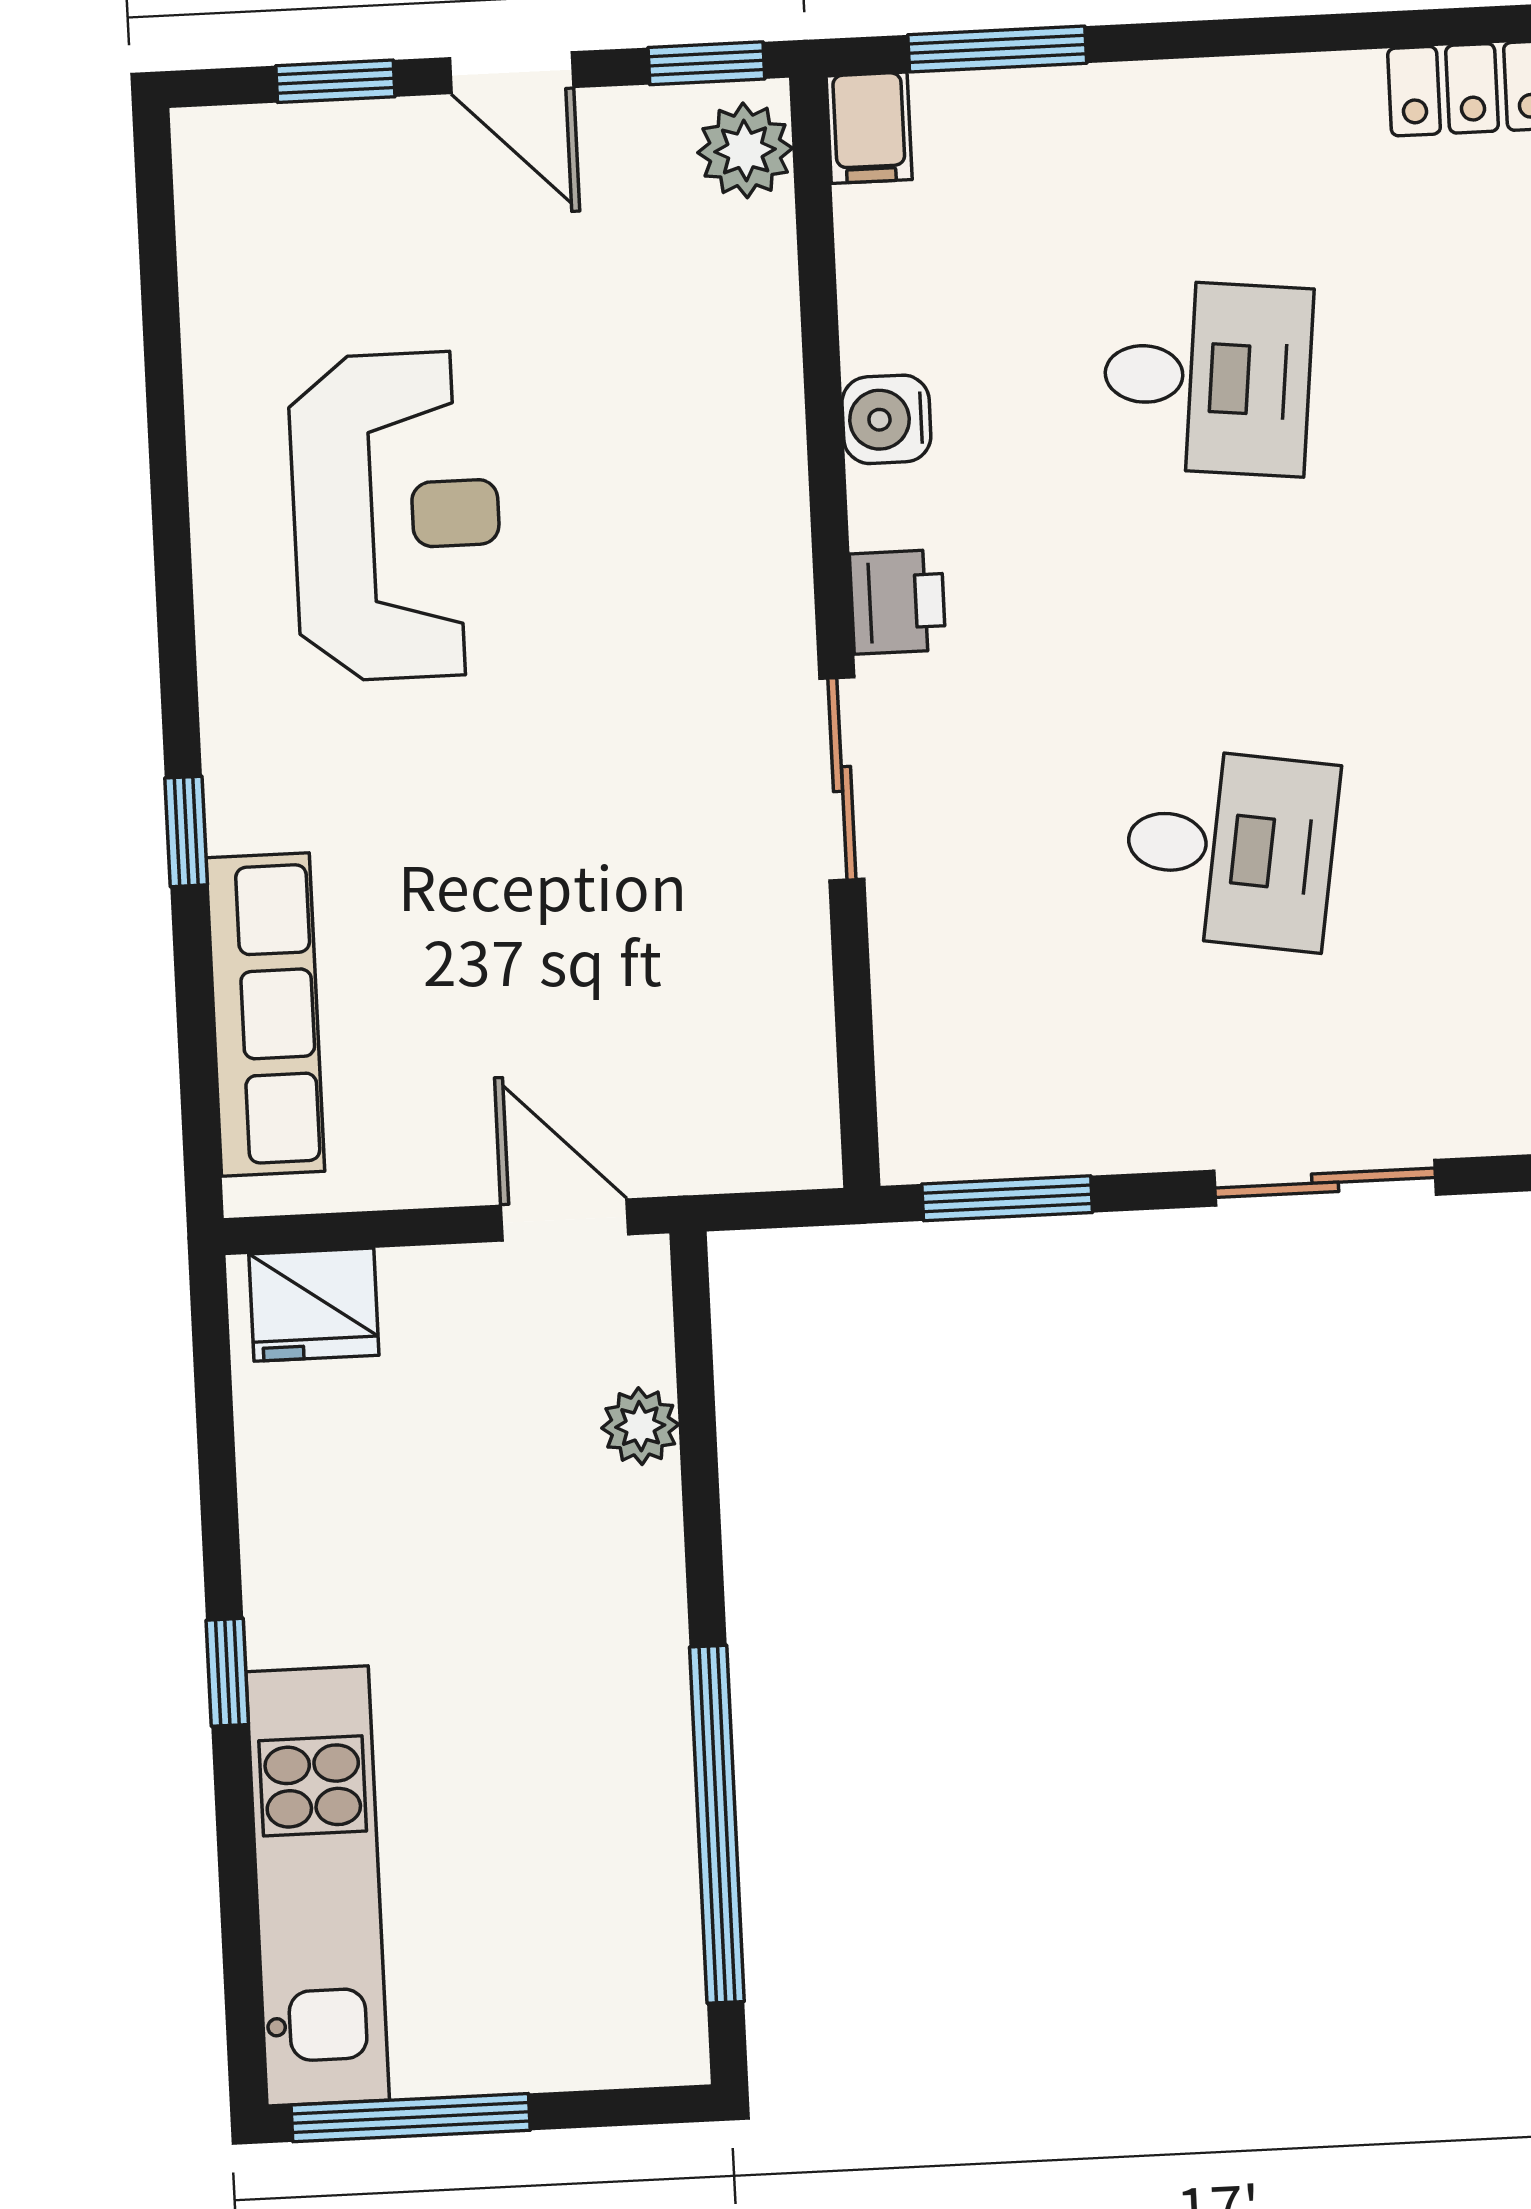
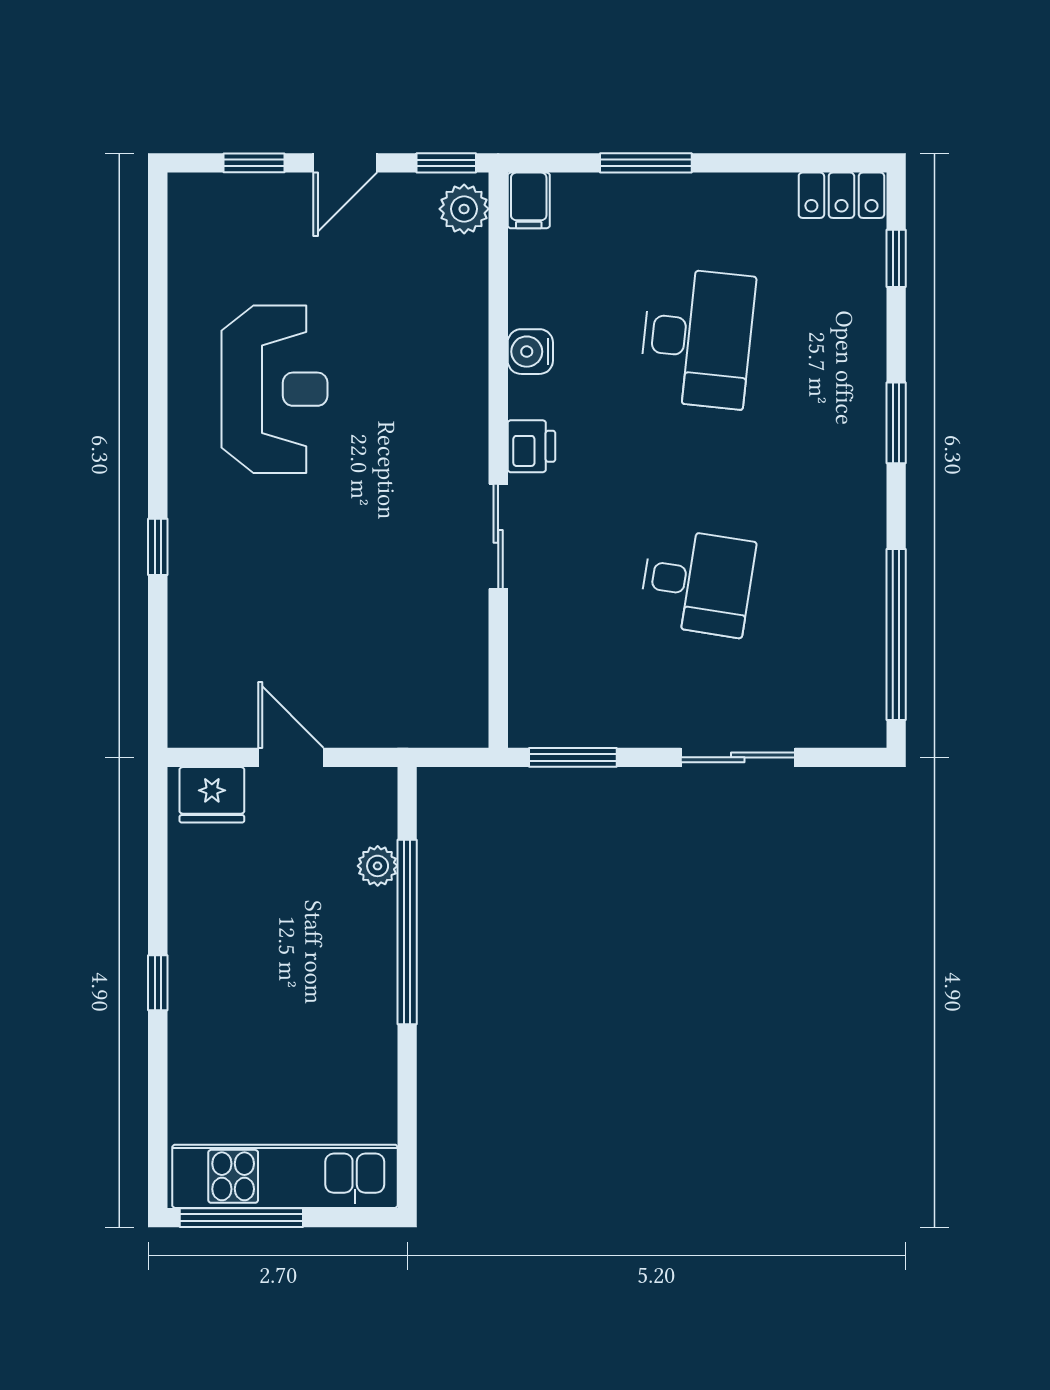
window: (997, 49) -> (646, 163), moved
door: (512, 73) -> (345, 163), hinge flipped
desk: (1207, 377) -> (697, 338), width x1.37
row of seats: (265, 1014) -> (194, 644), removed
door: (565, 1220) -> (291, 757), moved
window: (717, 1824) -> (407, 932), moved
kitchen unit: (318, 1886) -> (285, 1176), moved, turned -90

